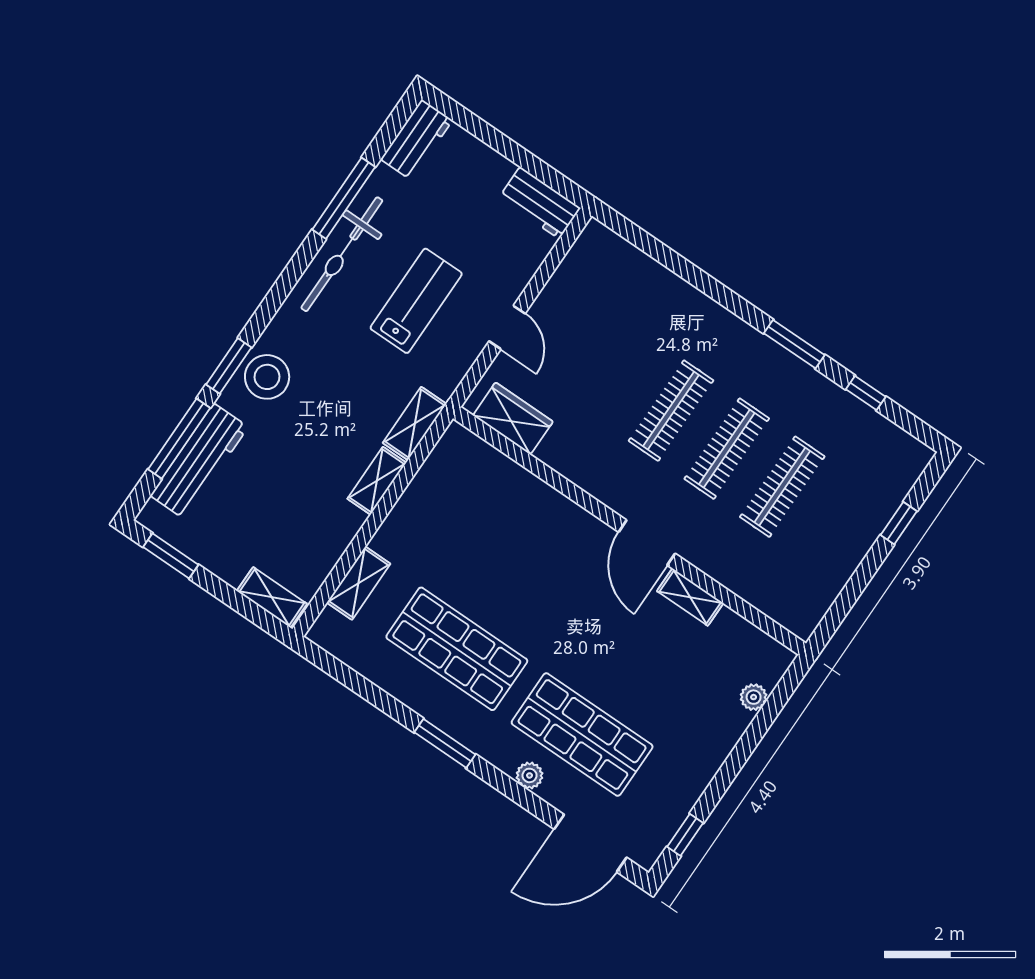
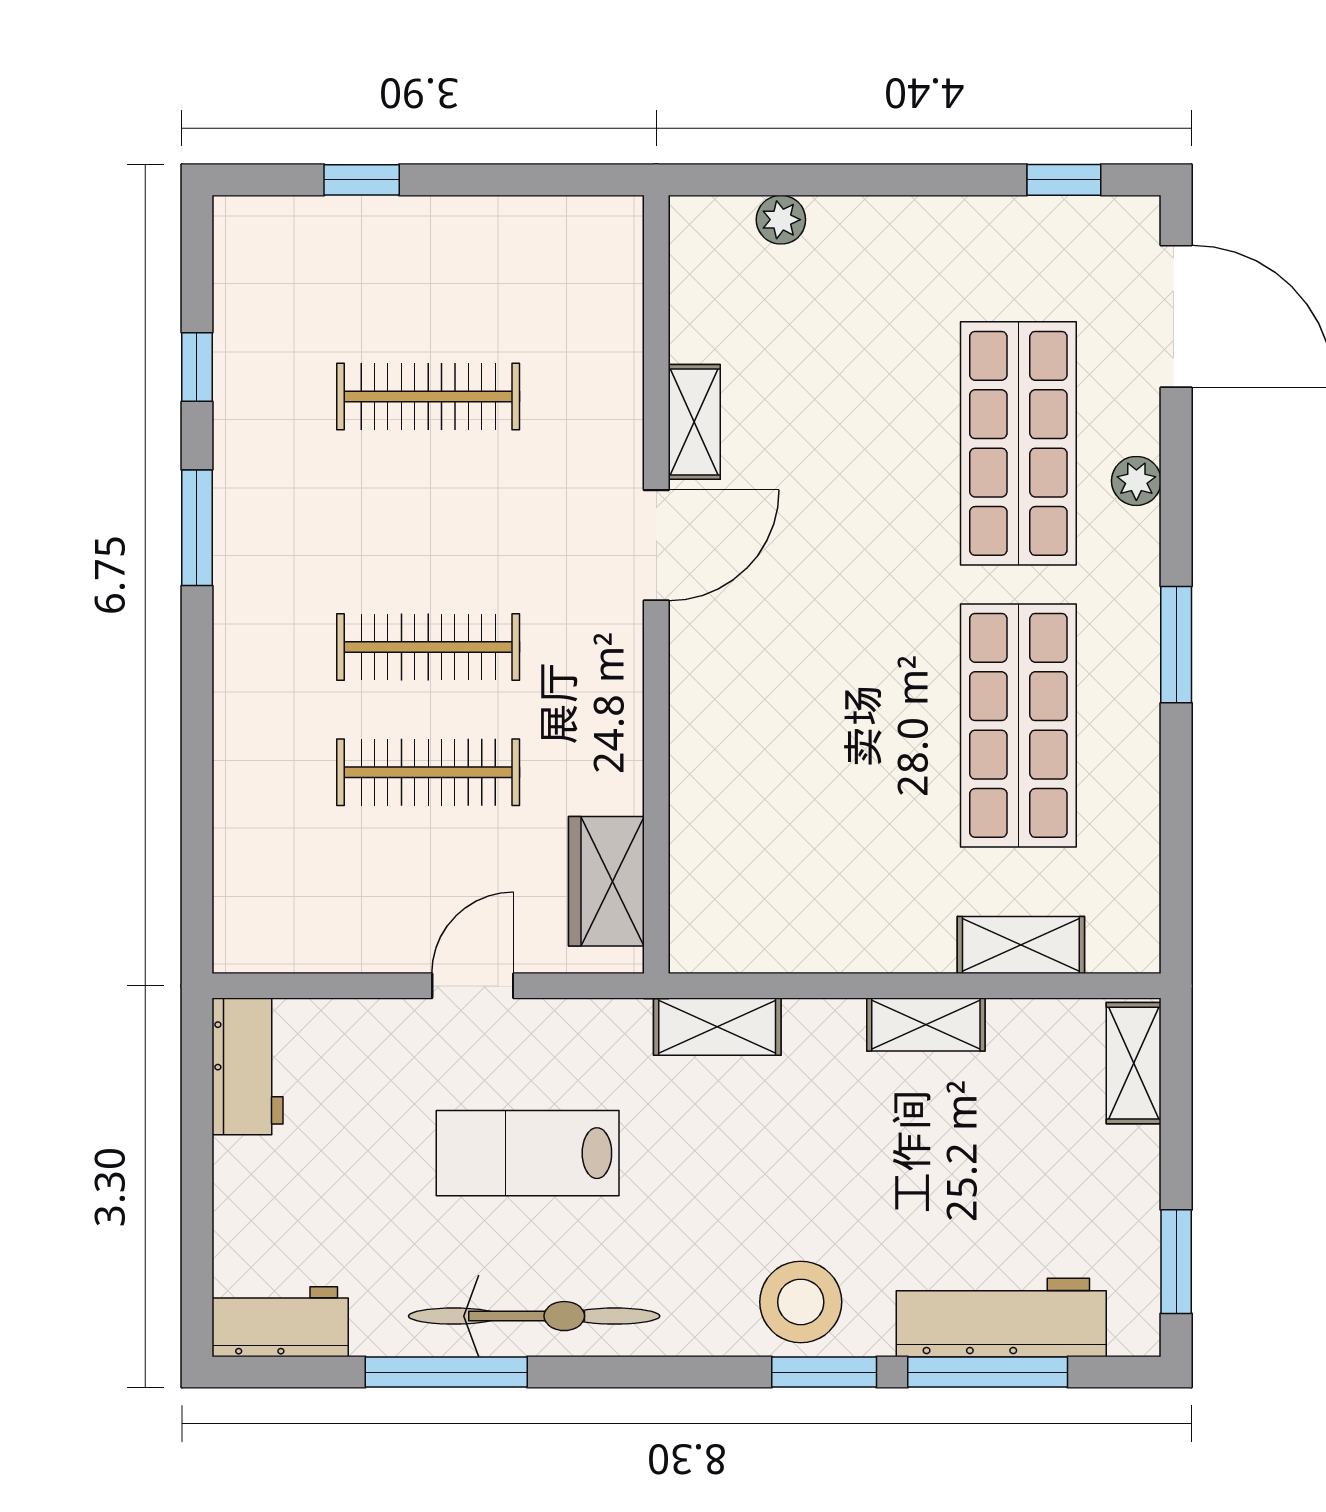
clothes rail: (727, 449) -> (428, 772), moved
shelving: (377, 481) -> (926, 1025), moved

